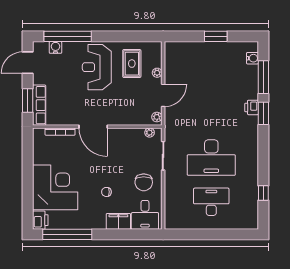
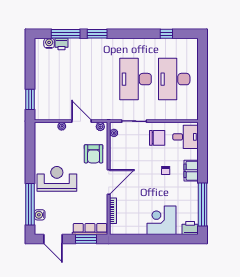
window: (216, 36) -> (30, 99), moved
rug: (132, 64) -> (54, 148), removed
reception desk: (97, 67) -> (57, 179), turned 180
printer: (252, 107) -> (61, 44), moved
armchair: (125, 109) -> (94, 154), added
desk: (211, 157) -> (136, 79), turned 180
corner desk: (55, 187) -> (162, 220), width x0.74, depth x0.74
desk: (211, 202) -> (174, 79), width x1.36, depth x1.30
filing cabinet: (118, 221) -> (191, 171), moved

